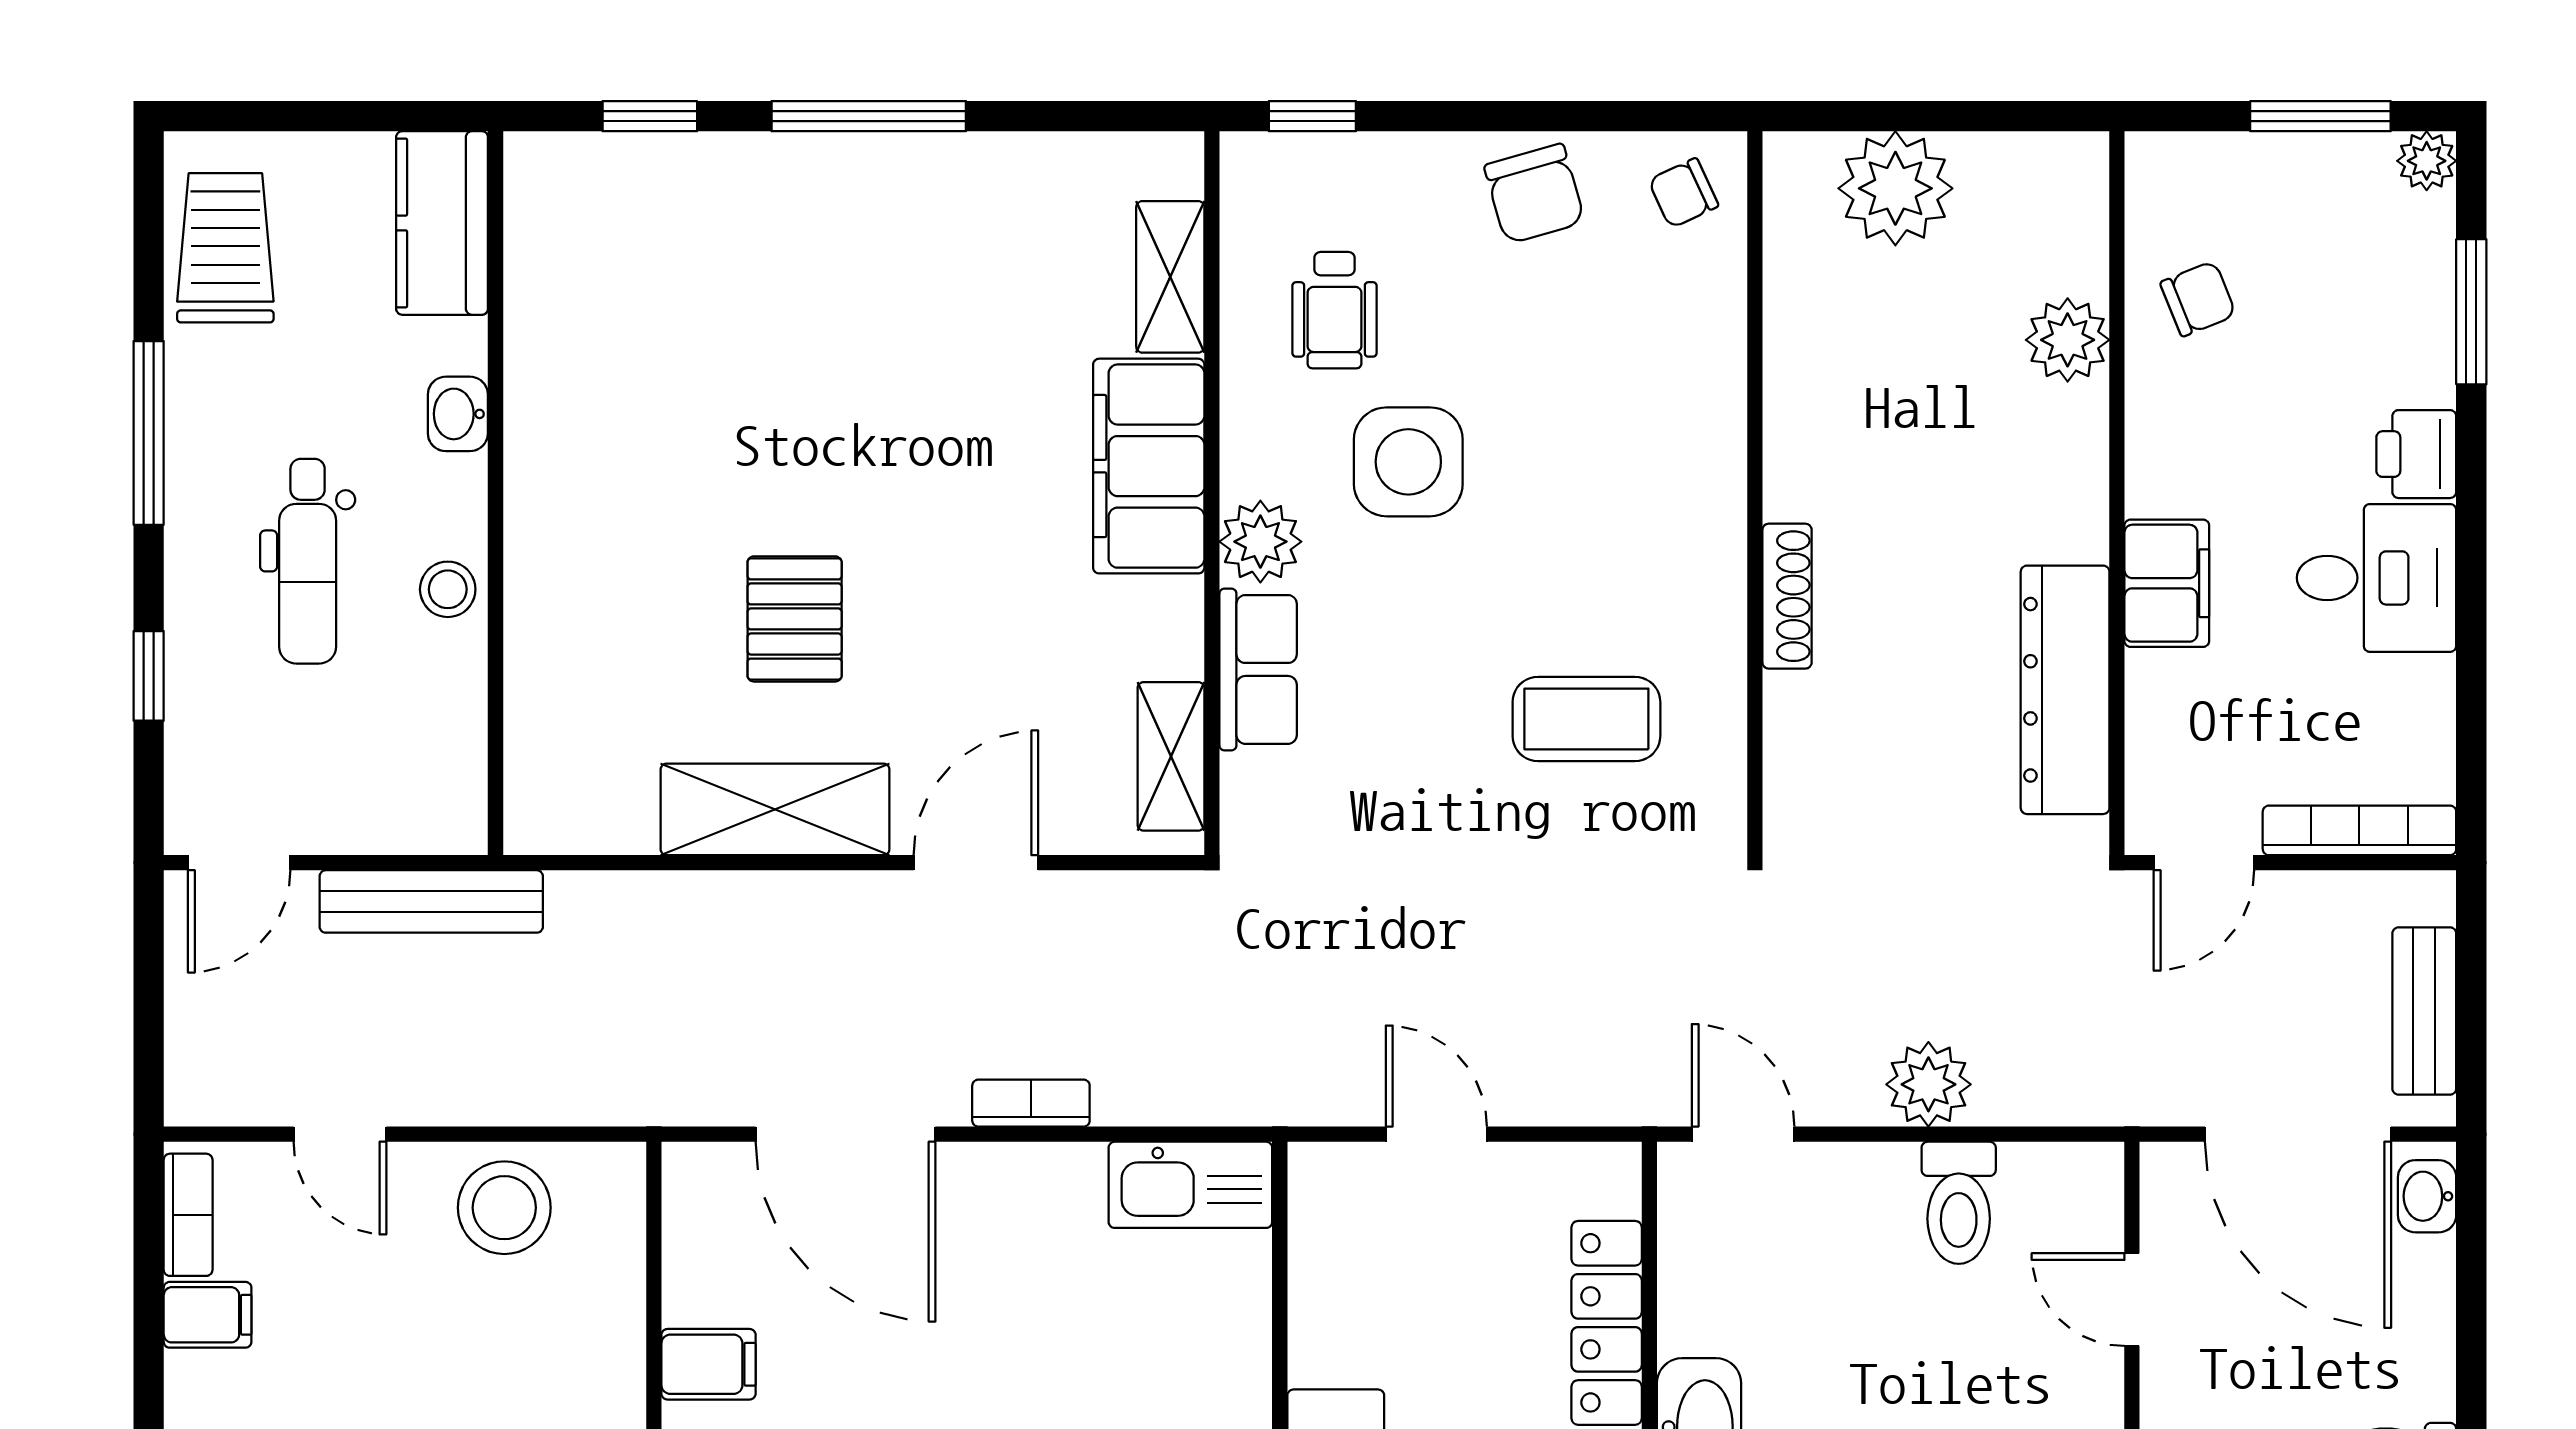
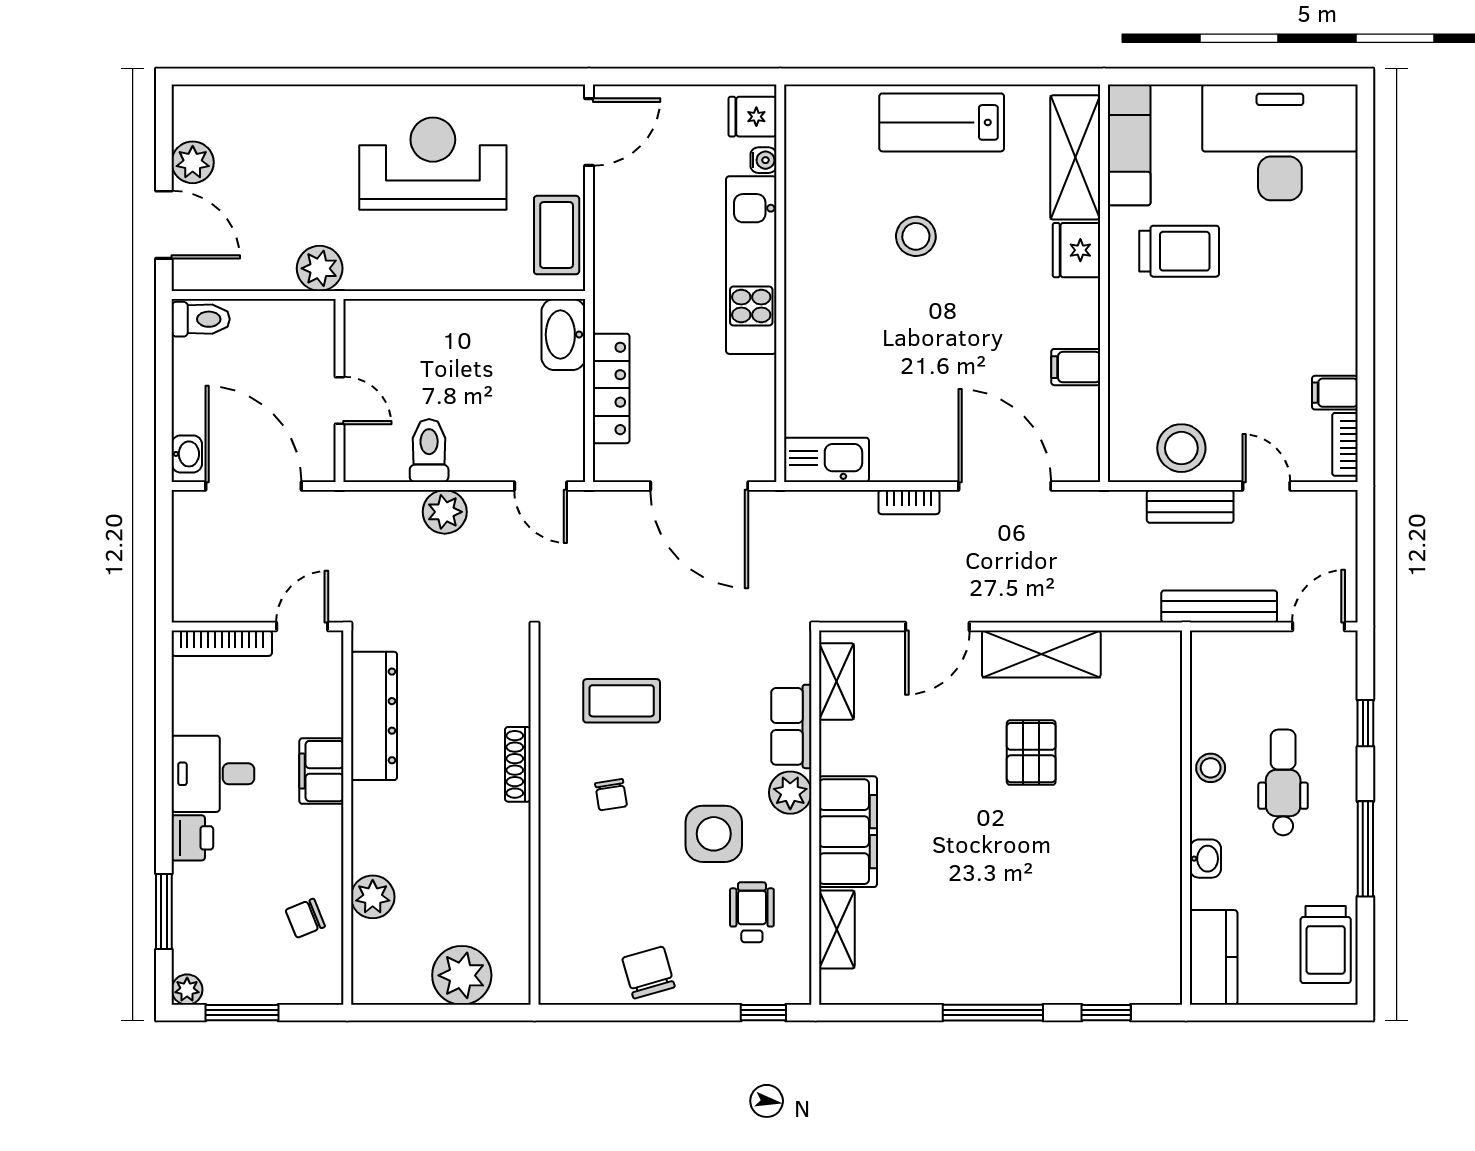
chair: (1683, 193) -> (611, 795), moved, turned 106
bench: (2424, 1011) -> (1190, 506), moved, turned 90
door: (1436, 1134) -> (699, 486), width x1.88

